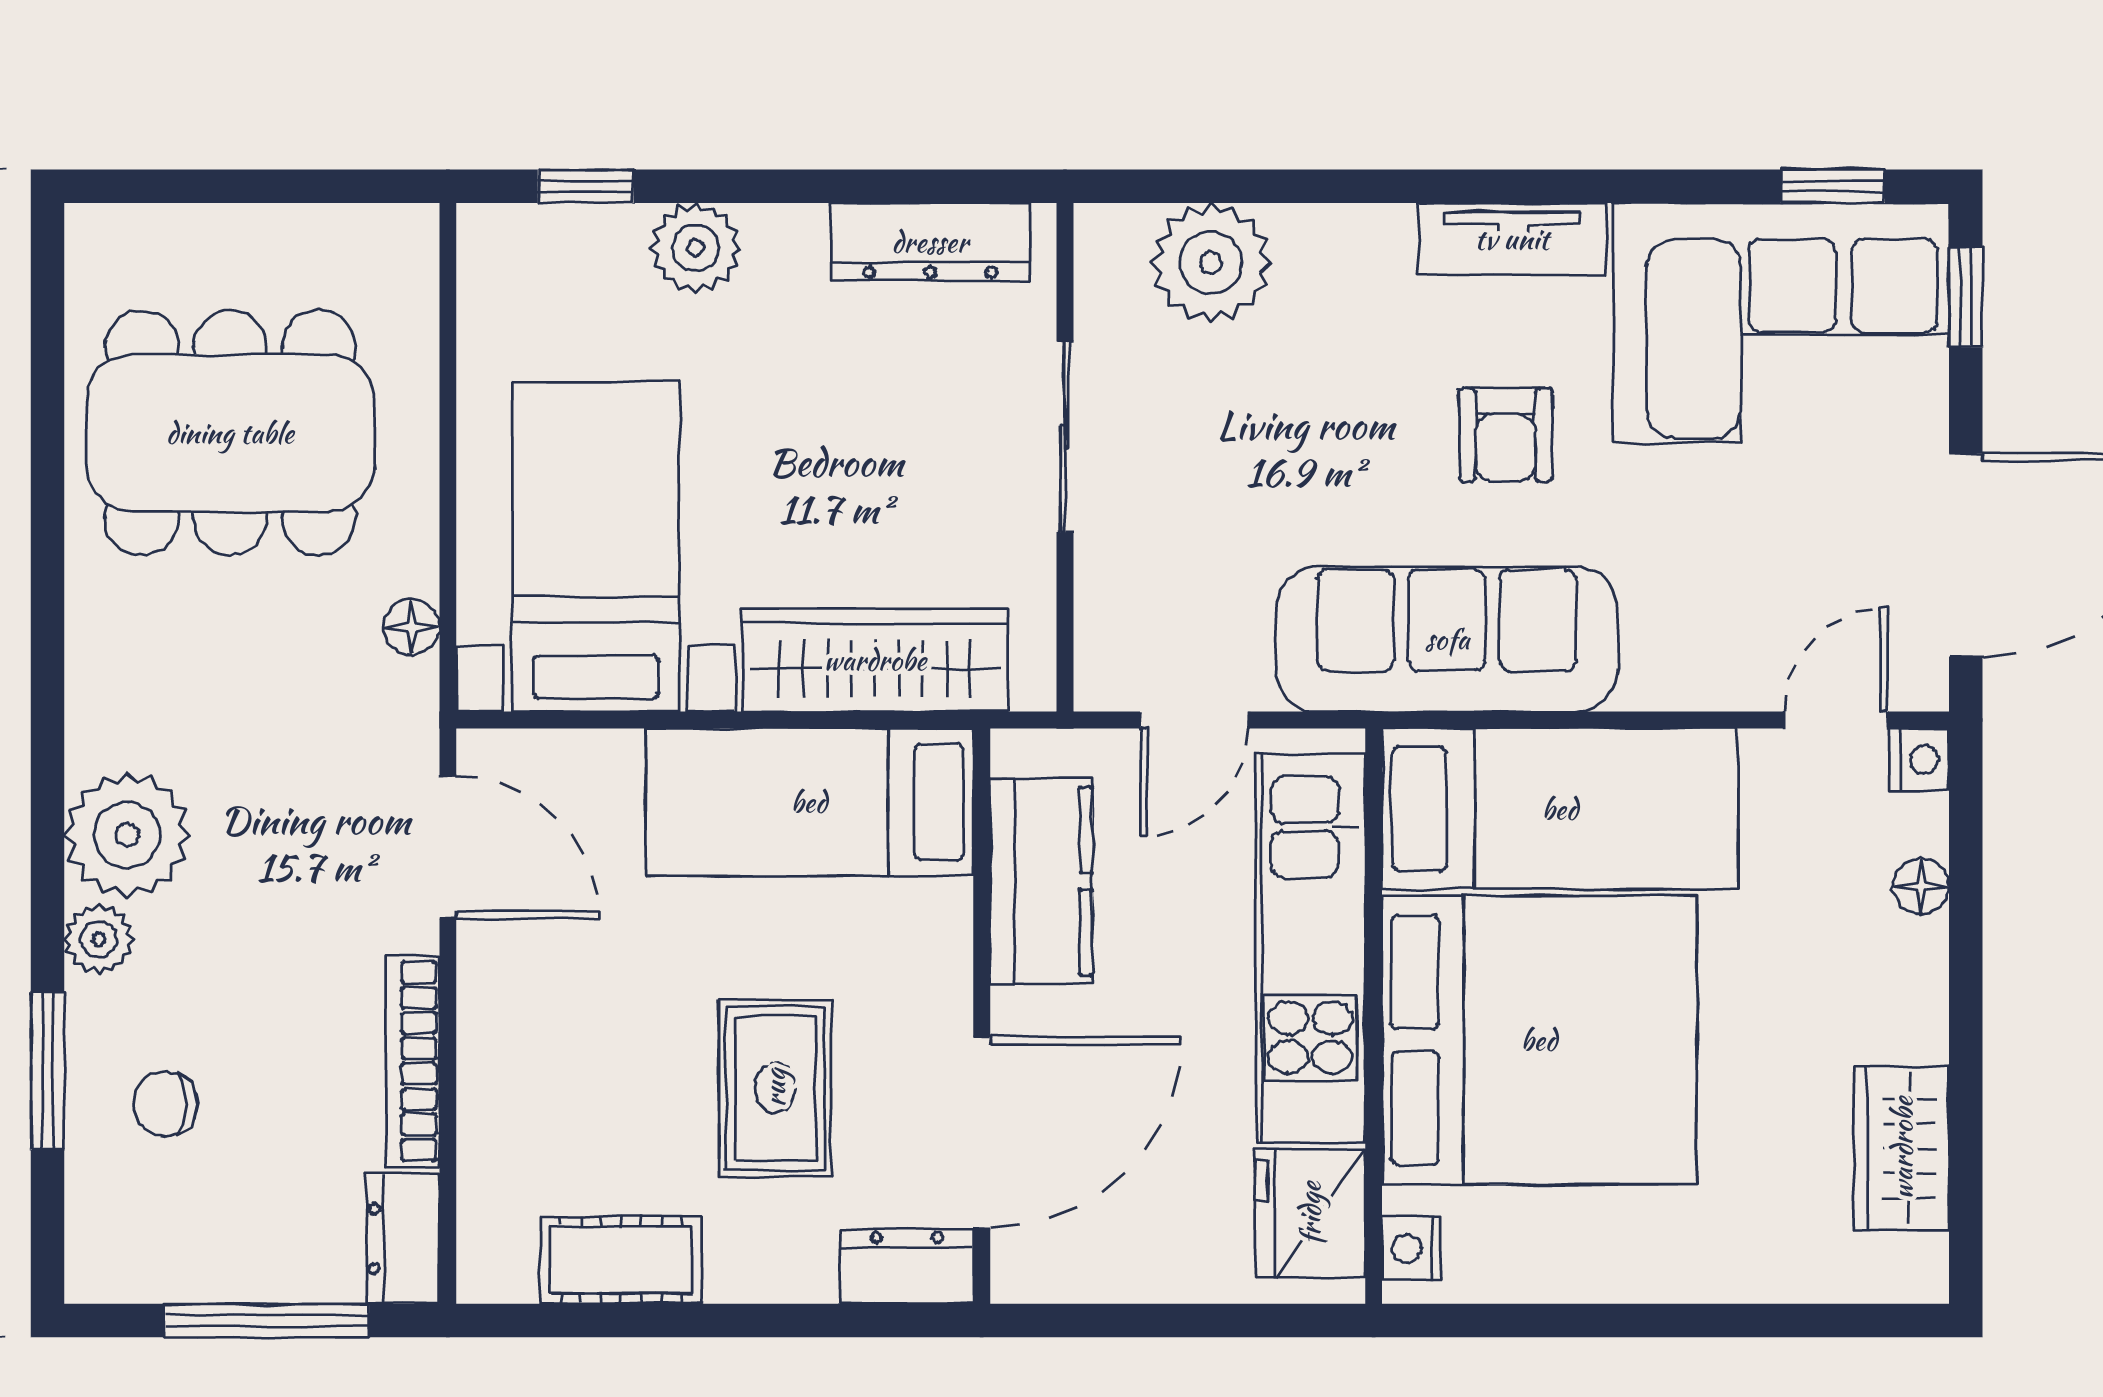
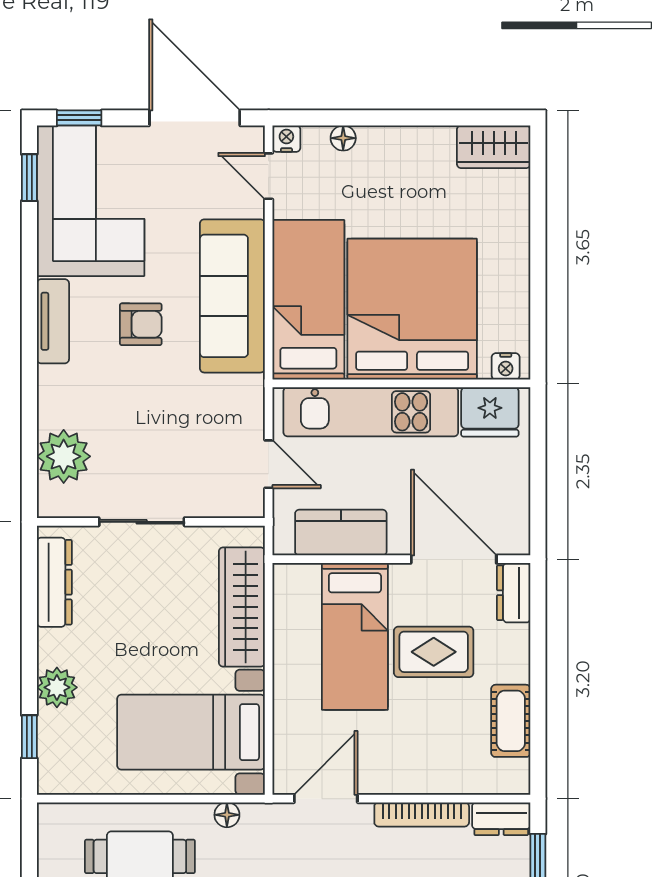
sofa: (1447, 639) -> (232, 296), moved
bed: (809, 802) -> (355, 636), moved
wardrobe: (1902, 1148) -> (494, 147), moved

